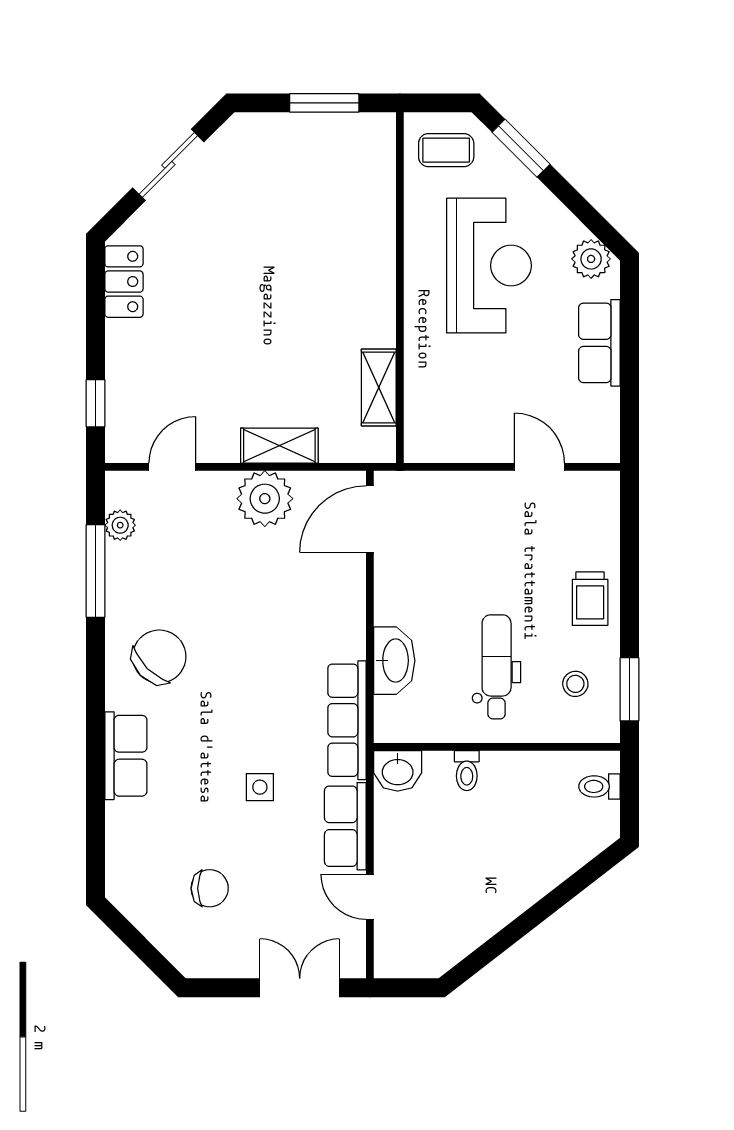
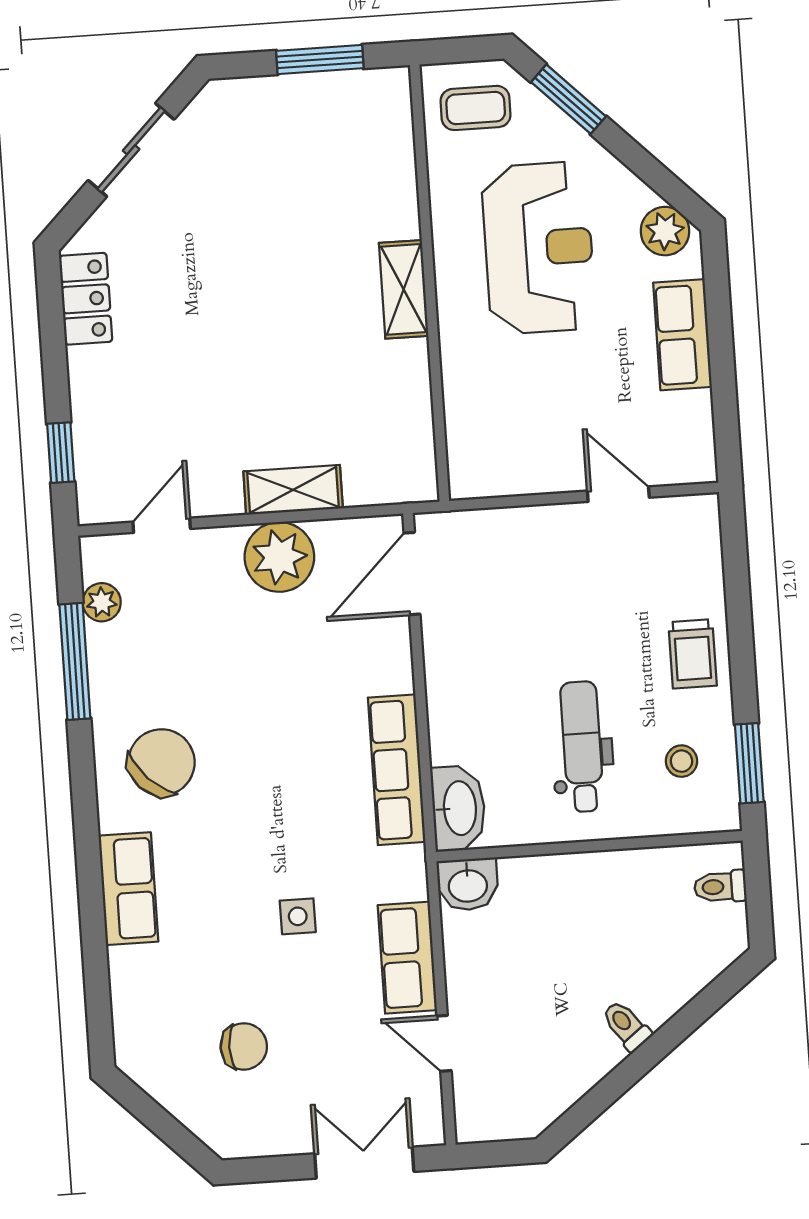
shelving: (379, 387) -> (404, 289), moved
washbasin: (394, 661) -> (458, 808), moved
row of seats: (347, 720) -> (397, 770), moved
toilet: (467, 771) -> (626, 1026), moved, turned 142

